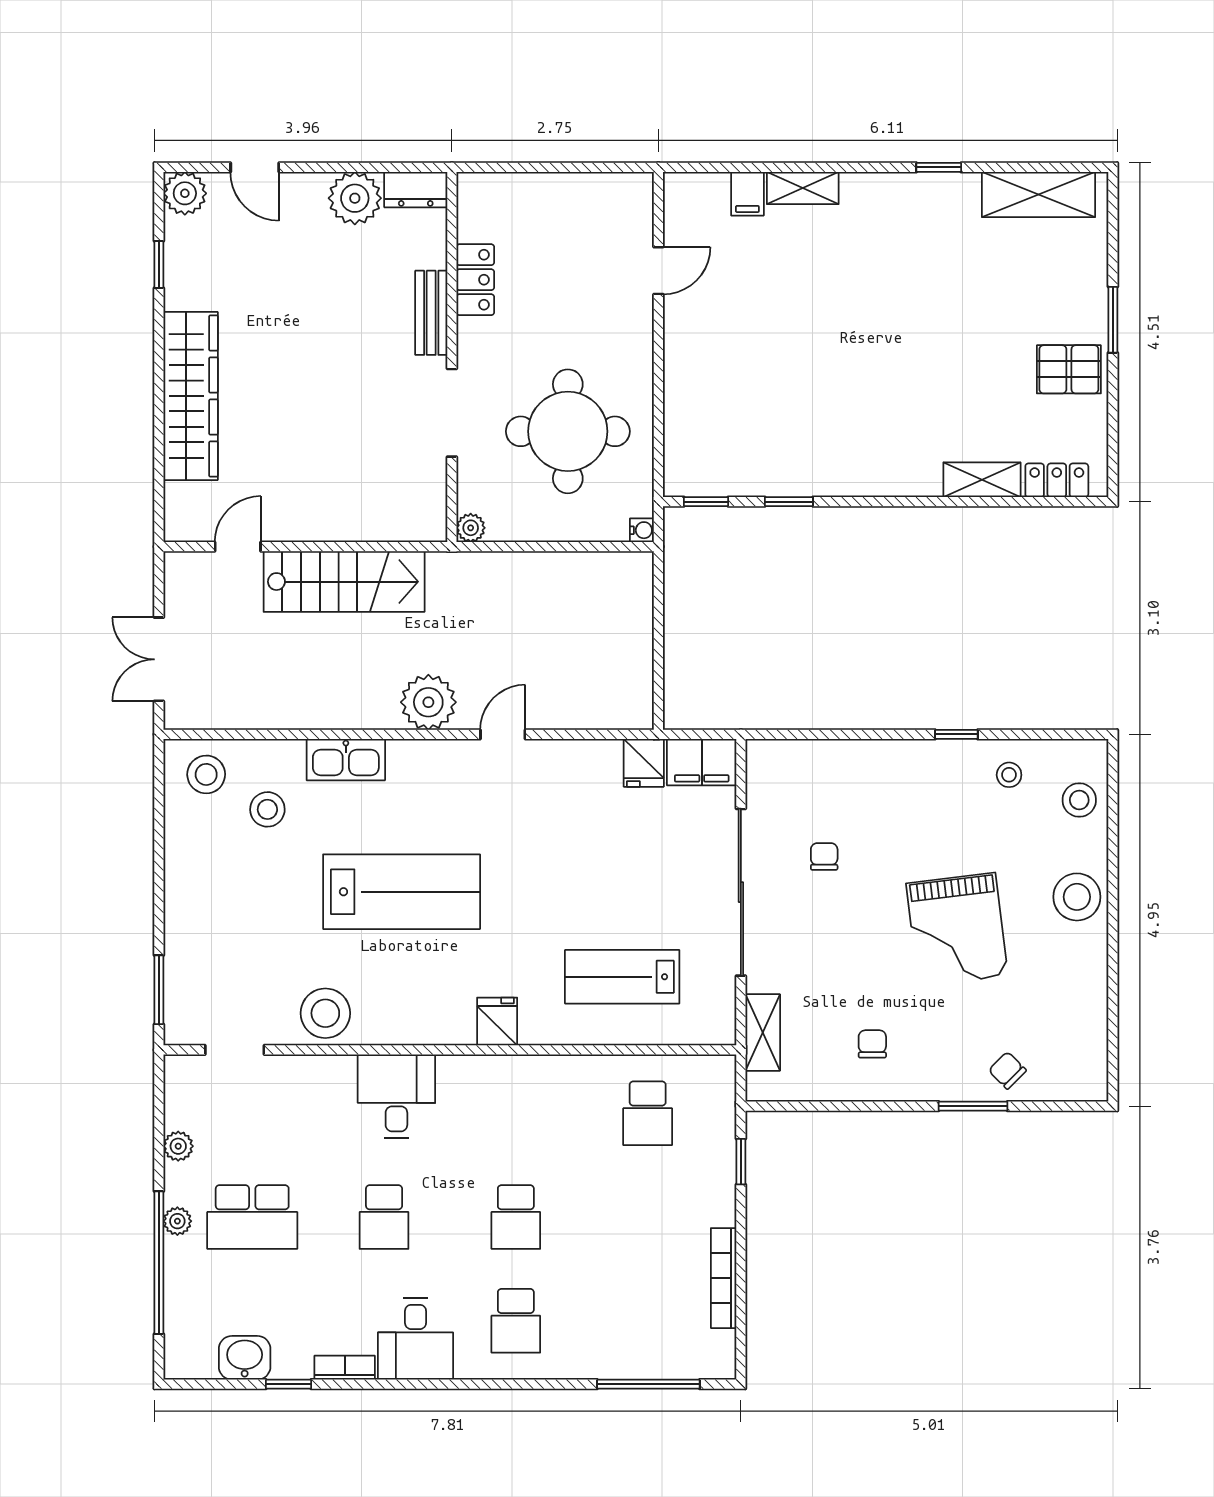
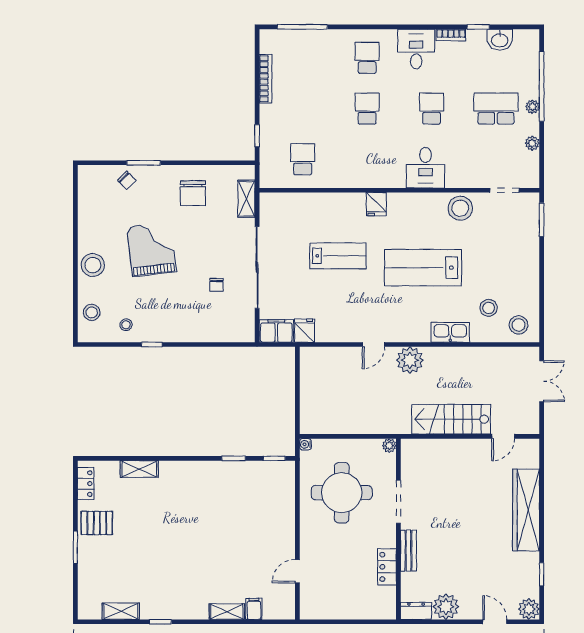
shelving: (1038, 194) -> (121, 611), width x0.67, depth x0.75
locker: (1057, 480) -> (86, 484), moved, turned -90
lab bench: (622, 977) -> (338, 256), moved
chair: (872, 1044) -> (193, 193), width x1.87, depth x1.87

